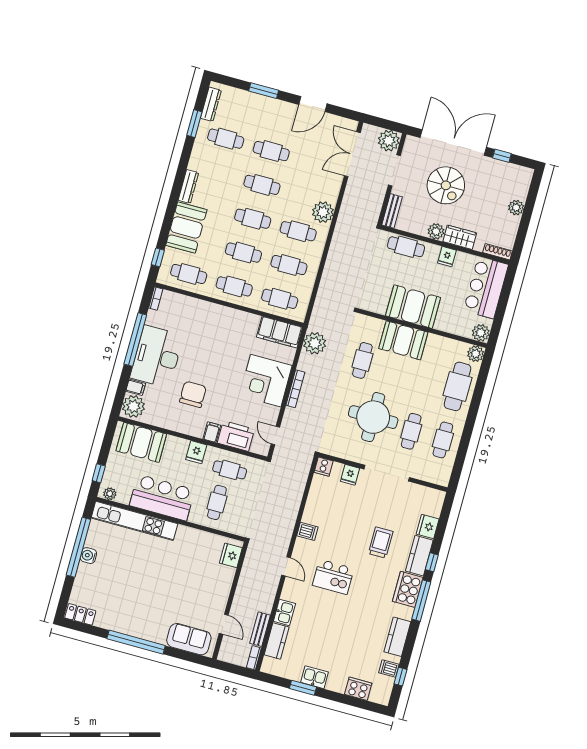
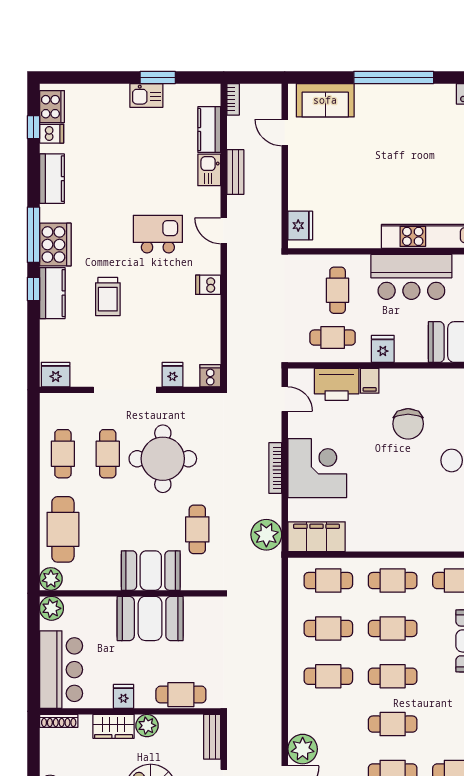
plant: (323, 212) -> (303, 749), moved
fridge: (428, 527) -> (56, 375), moved, turned -90
bench: (260, 629) -> (235, 172), moved
cooker: (358, 689) -> (52, 107), moved, turned -90

